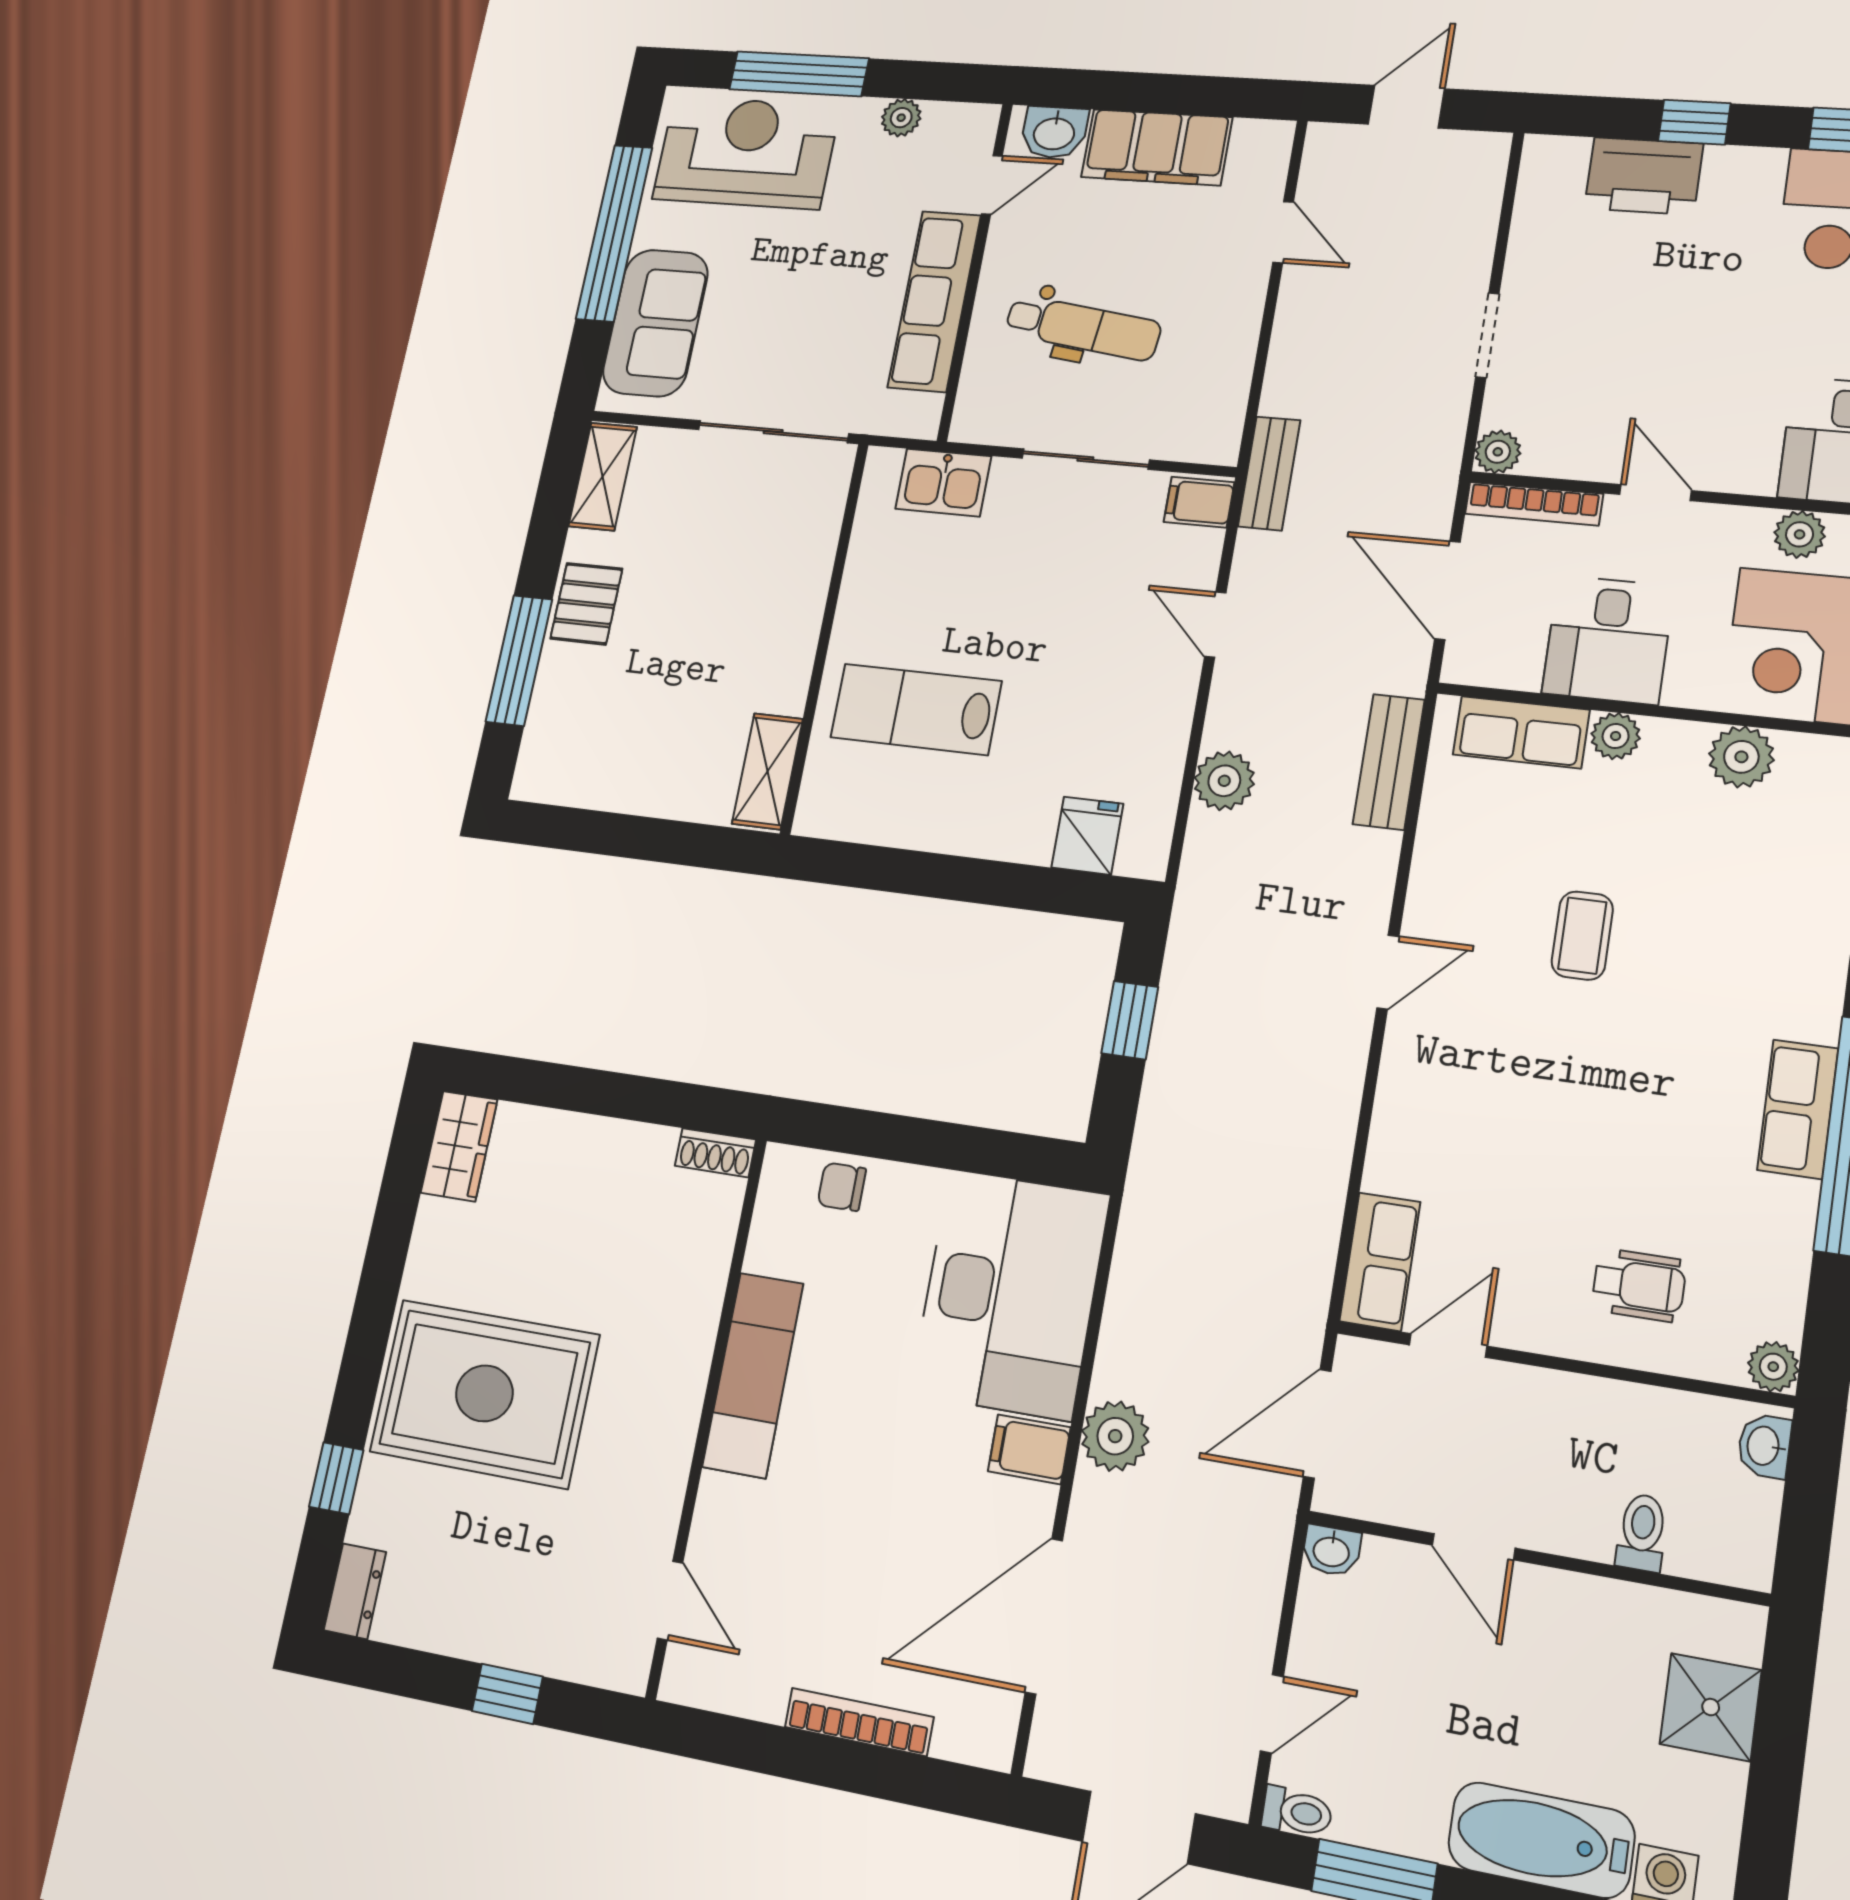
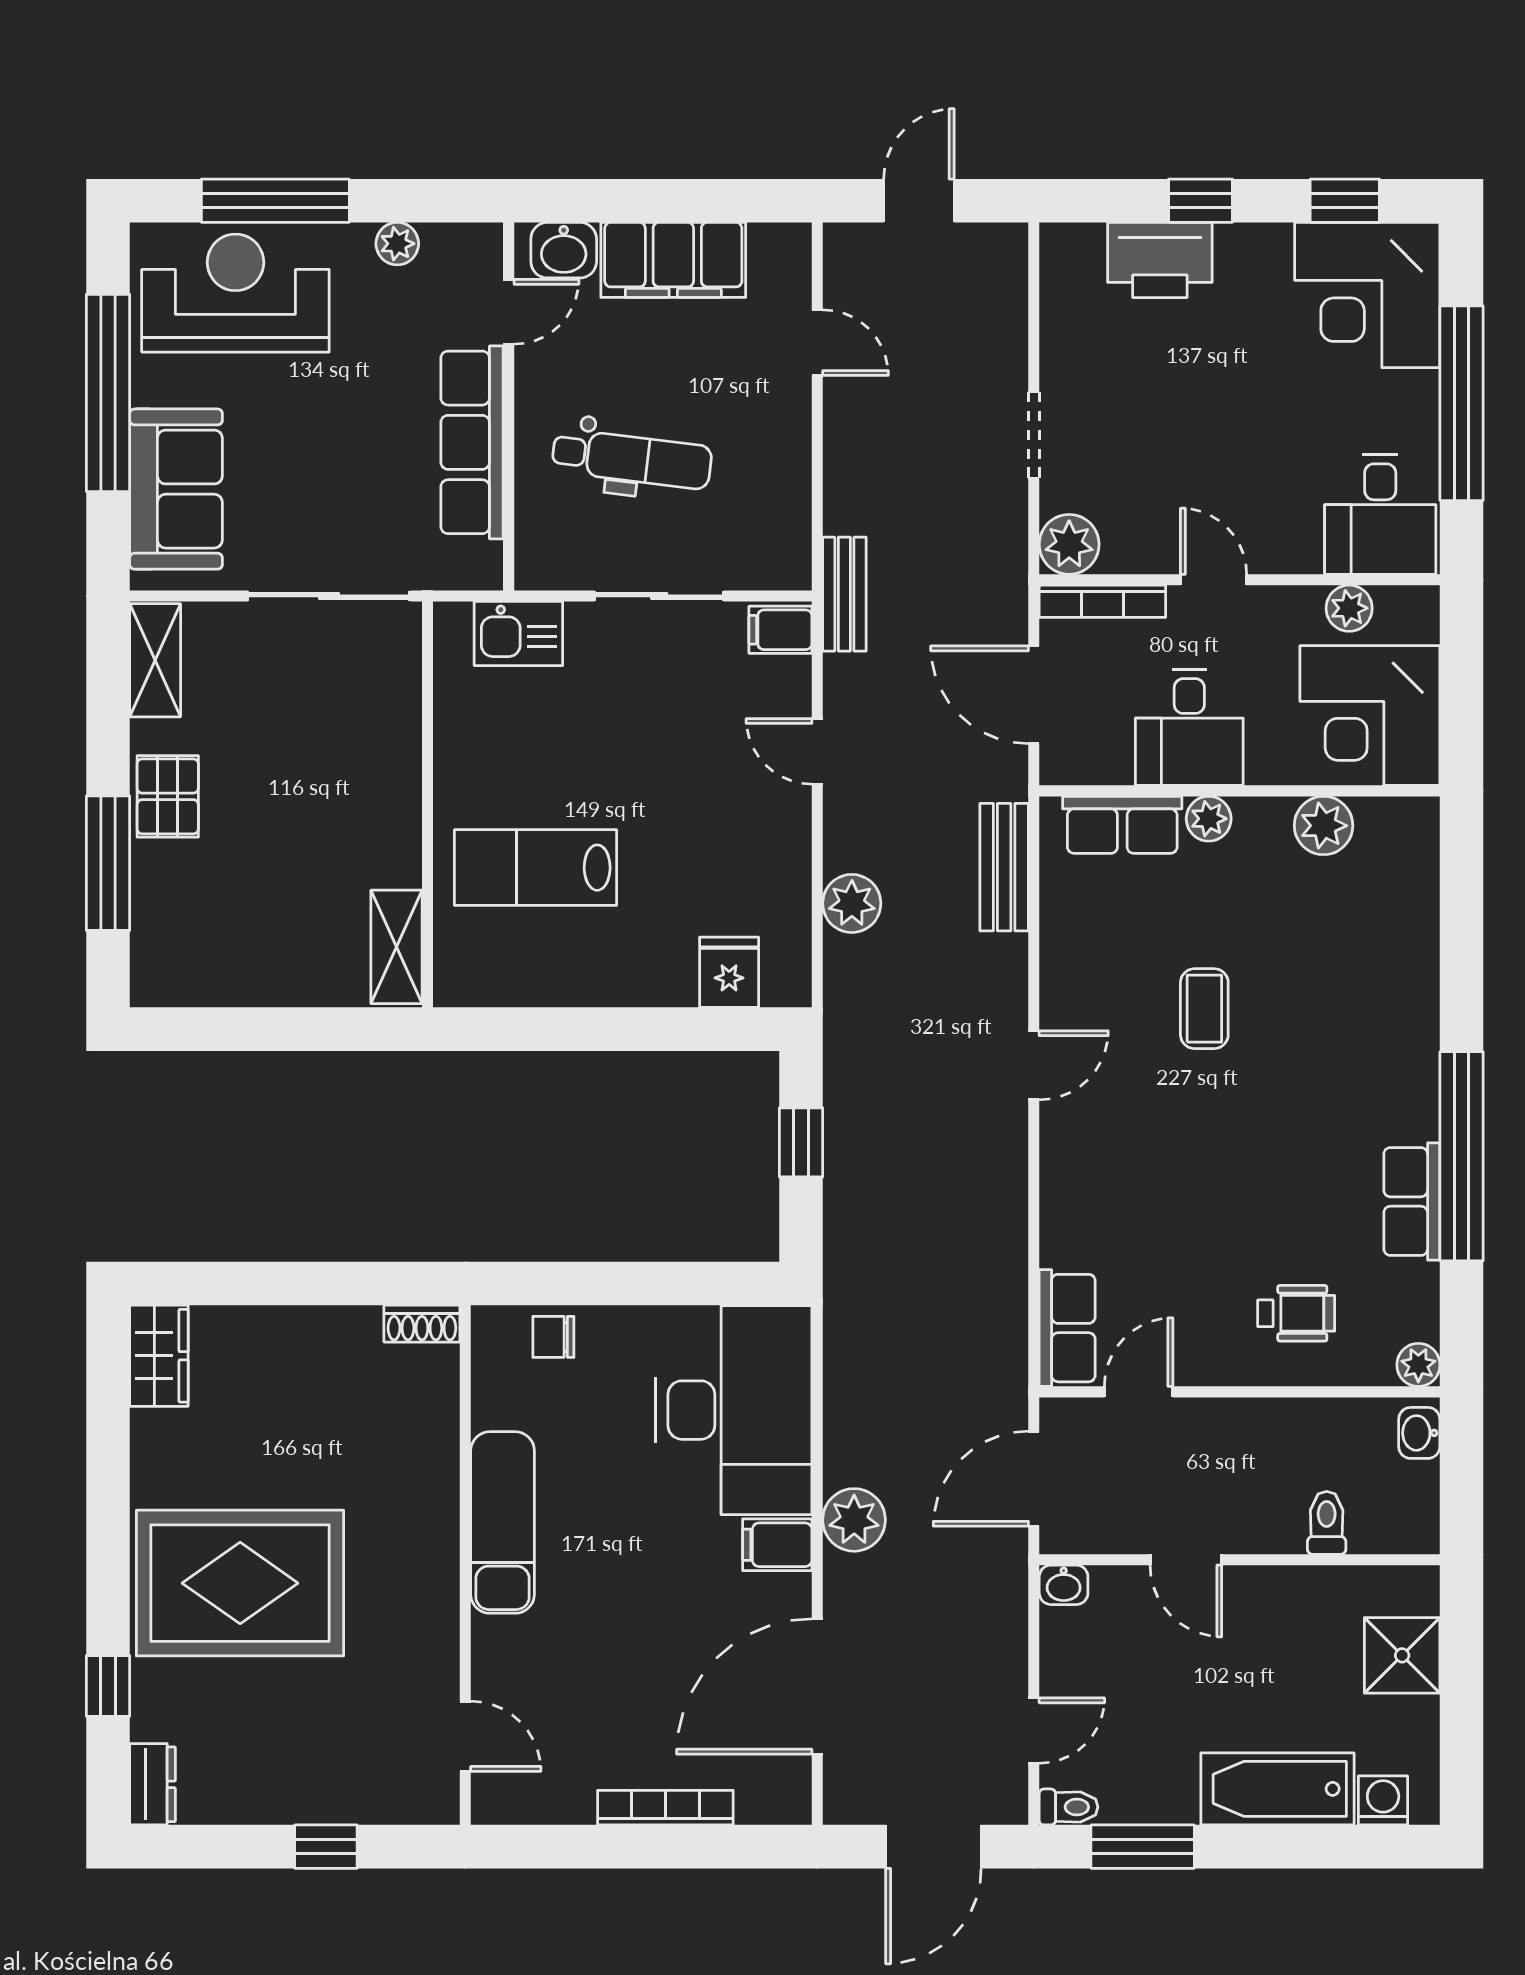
plant: (1498, 452) -> (1069, 544), width x1.38, depth x1.38
row of seats: (1798, 1109) -> (1412, 1201), moved

